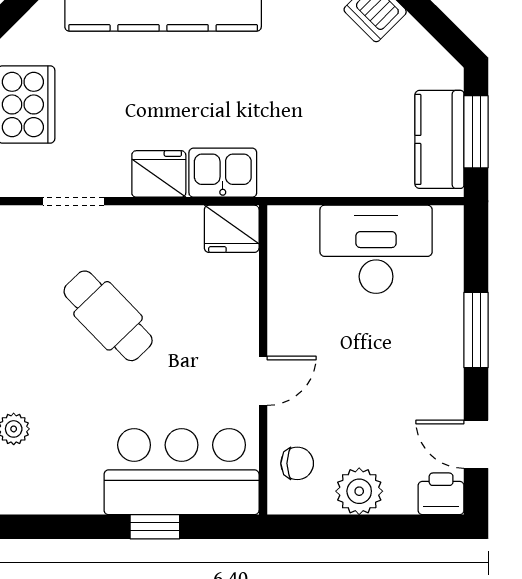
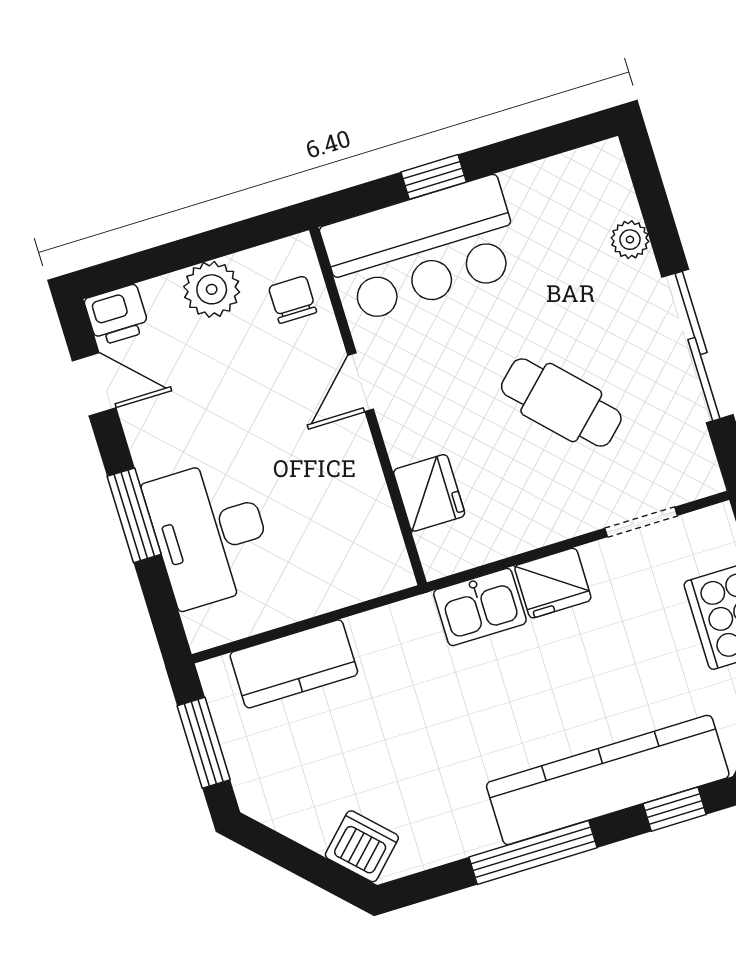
kitchen counter: (439, 139) -> (294, 664), moved, turned 90
fridge: (232, 229) -> (429, 493), moved, turned 90
desk: (376, 249) -> (210, 533), moved, turned 90
chair: (297, 463) -> (293, 300), turned 90

